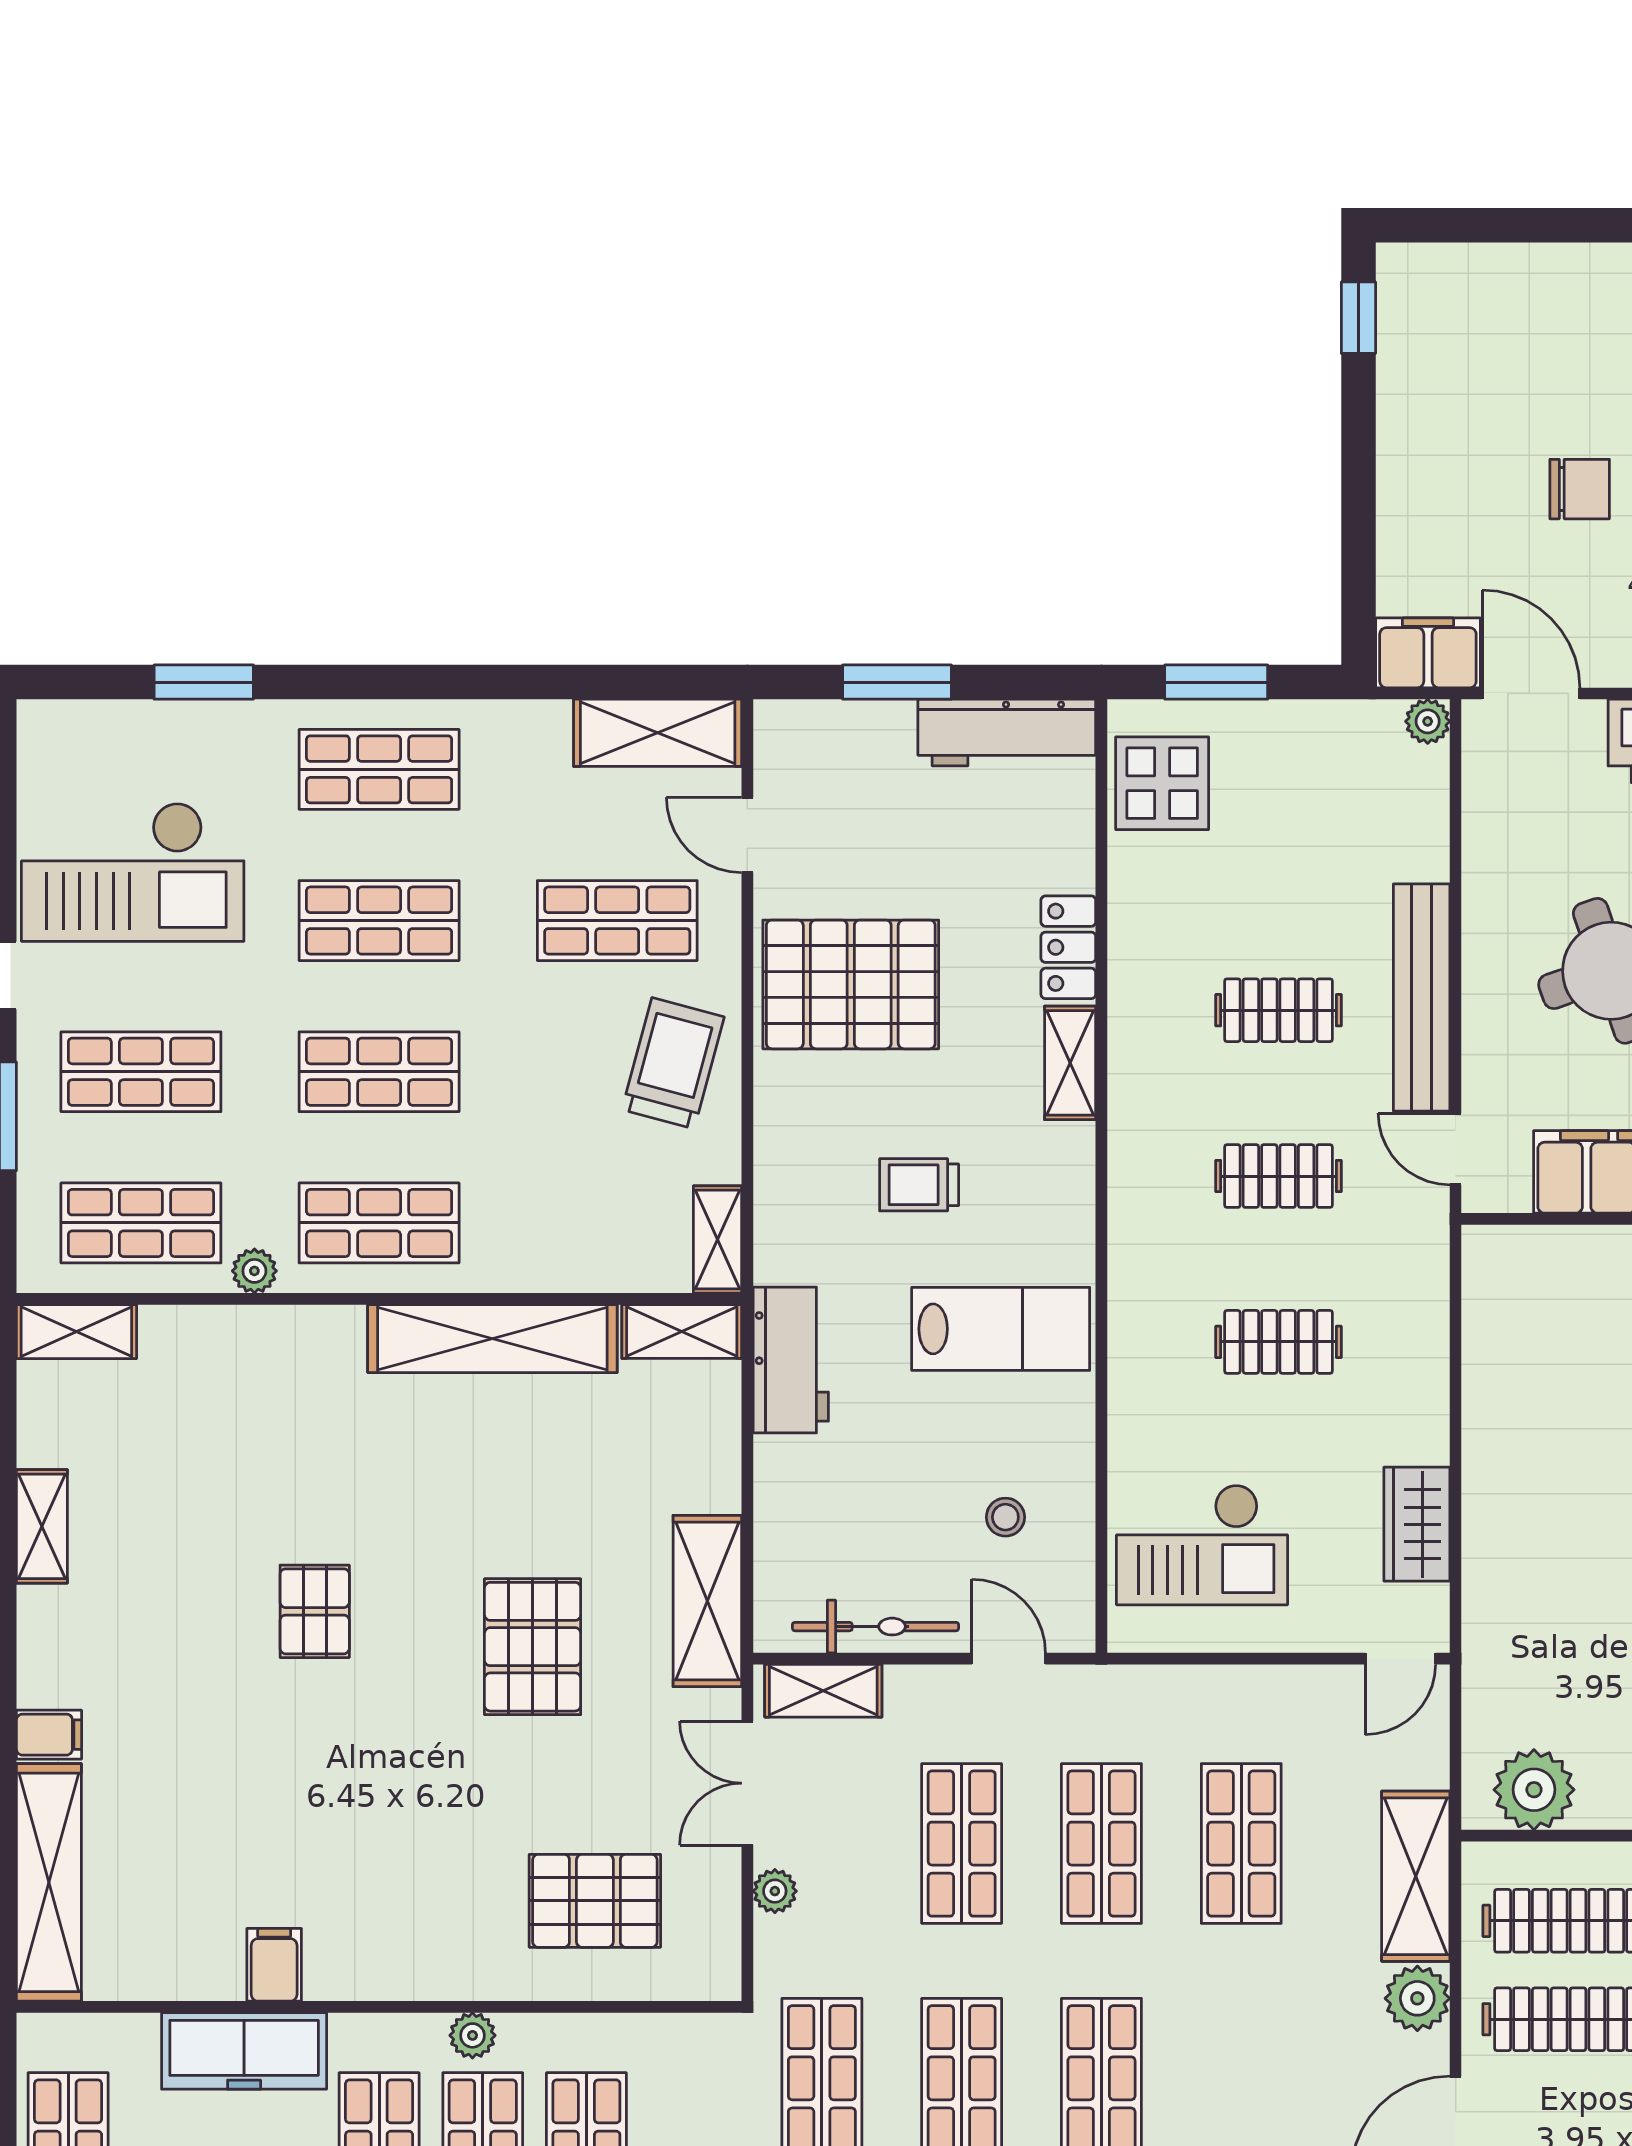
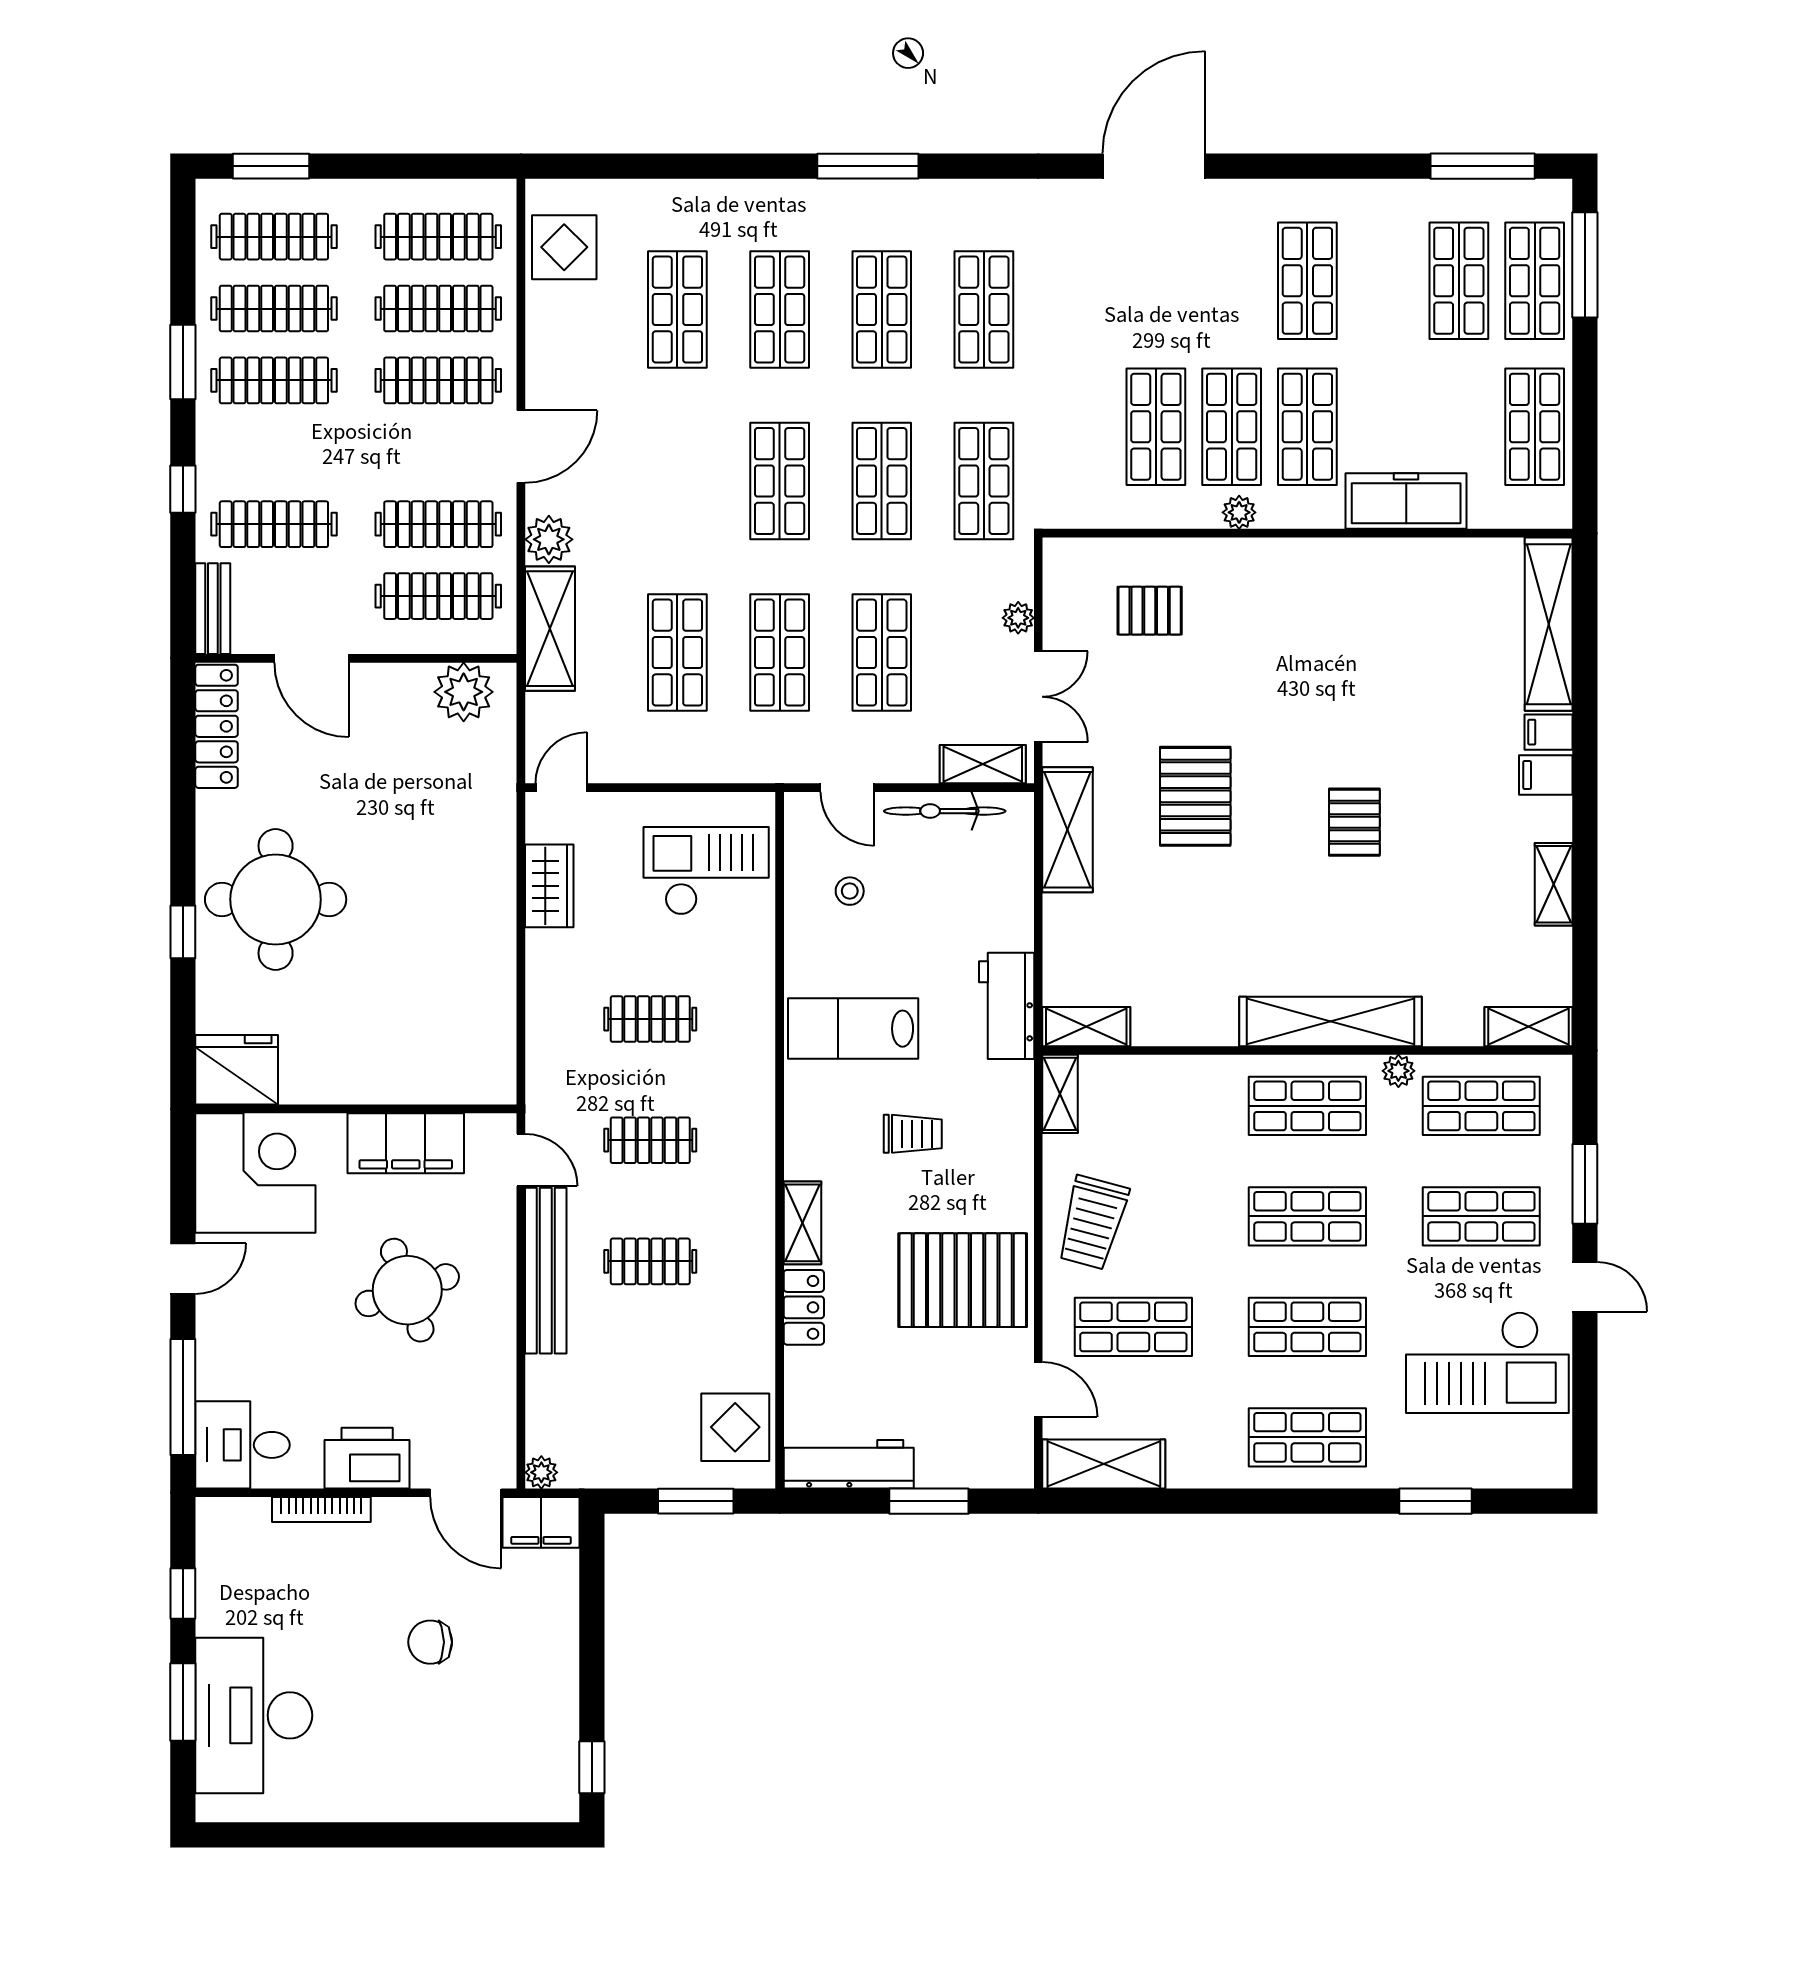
checkout: (133, 872) -> (1487, 1362), turned 180
shelving: (492, 1339) -> (1331, 1021), moved
pallet: (595, 1901) -> (1150, 611), width x0.67, depth x0.71
filing cabinet: (274, 1965) -> (1546, 775), moved, turned 90

